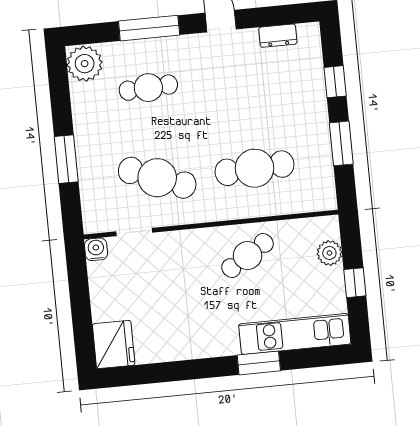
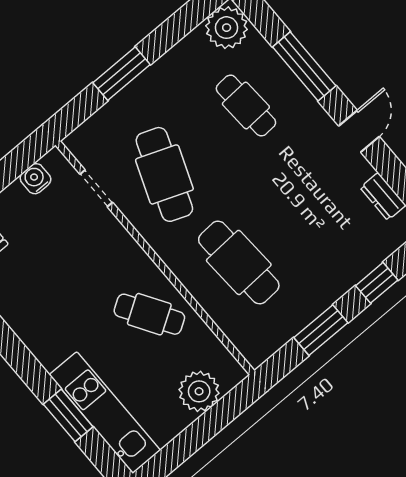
water cooler: (96, 249) -> (35, 179), moved, turned -90
plant: (329, 253) -> (199, 391), width x1.36, depth x1.36
window: (355, 283) -> (195, 437), removed
window: (259, 363) -> (68, 415), moved

